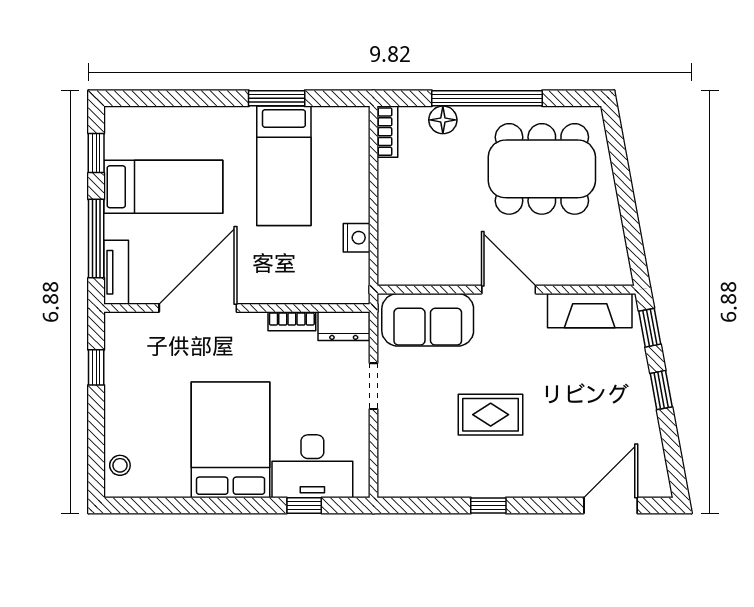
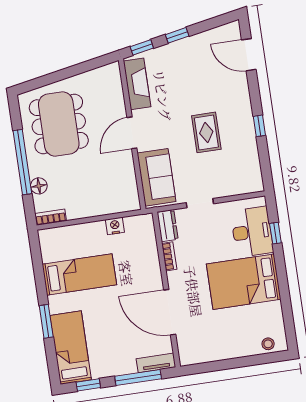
window: (277, 98) -> (46, 321), moved
bed: (163, 187) -> (71, 348), moved
window: (96, 367) -> (213, 366), removed

